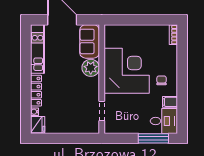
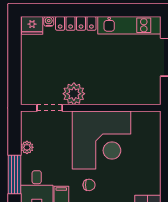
sofa: (90, 41) -> (139, 92), removed
plant: (91, 68) -> (74, 94), moved
plant: (132, 129) -> (27, 147), added

